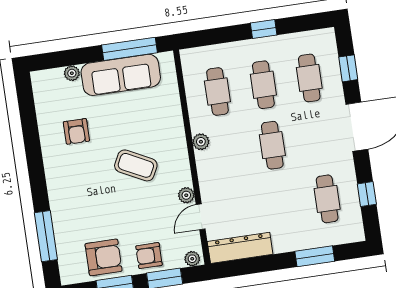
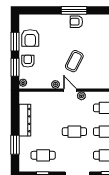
armchair: (76, 131) -> (76, 22), moved
door: (201, 217) -> (70, 90), moved
window: (46, 236) -> (74, 10), moved
dresser: (240, 248) -> (25, 120), moved

